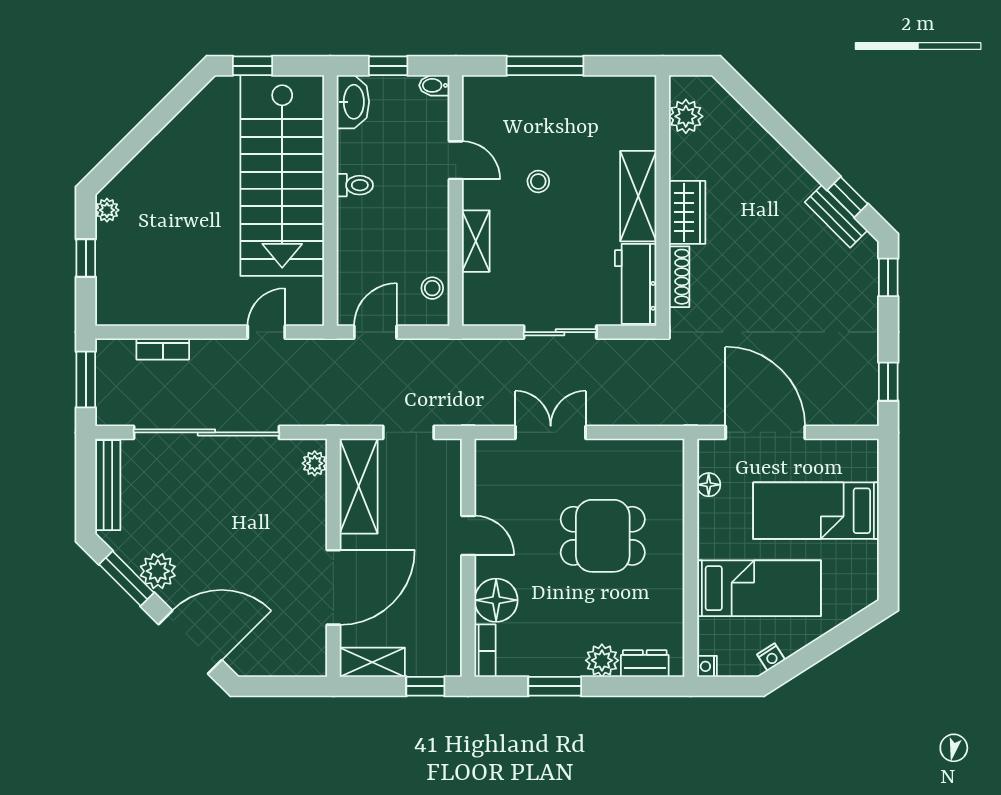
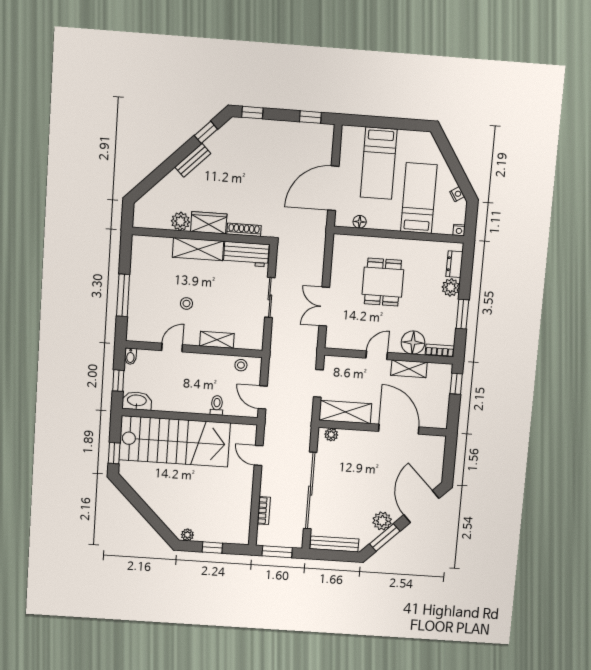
plant: (686, 116) -> (180, 221), moved
toilet: (355, 185) -> (217, 405), moved
bench: (836, 216) -> (193, 160), moved
shelving: (372, 662) -> (409, 369), moved, turned 90

